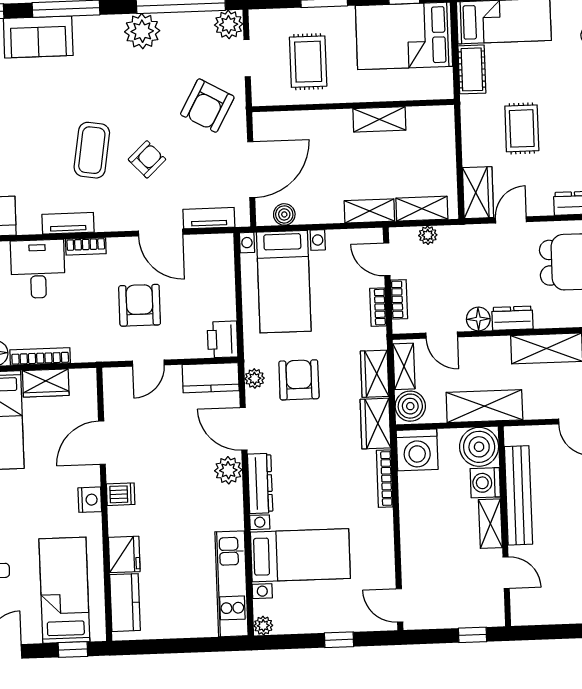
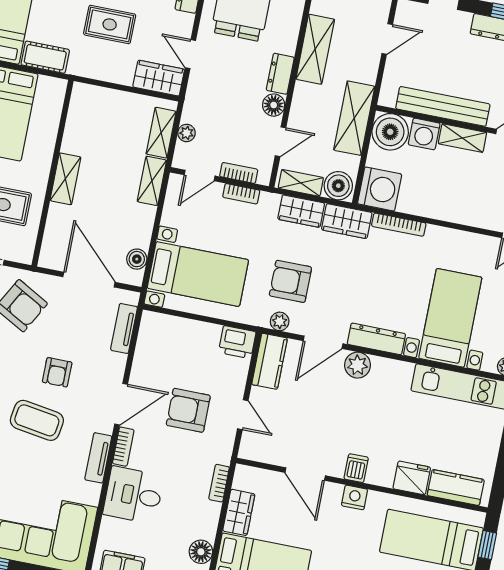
shelving: (379, 119) -> (65, 179), moved
armchair: (147, 159) -> (57, 372), turned -137
door: (161, 233) -> (121, 404), moved
bookcase: (40, 356) -> (219, 483), moved, width x0.64

